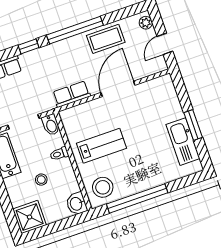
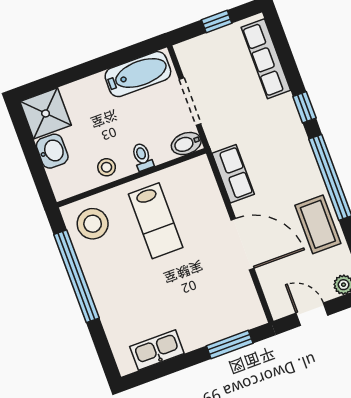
window: (193, 125) -> (230, 344), moved
kitchen sink: (183, 142) -> (157, 350), width x0.73, depth x0.81
stool: (41, 180) -> (107, 167), moved
washbasin: (77, 204) -> (52, 151), moved, turned 90

